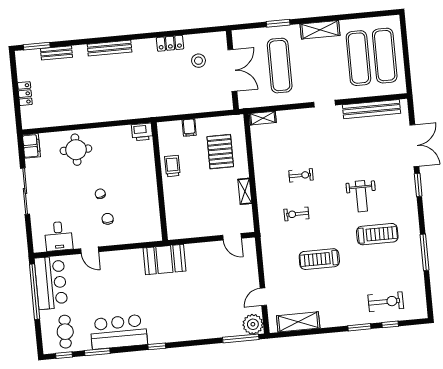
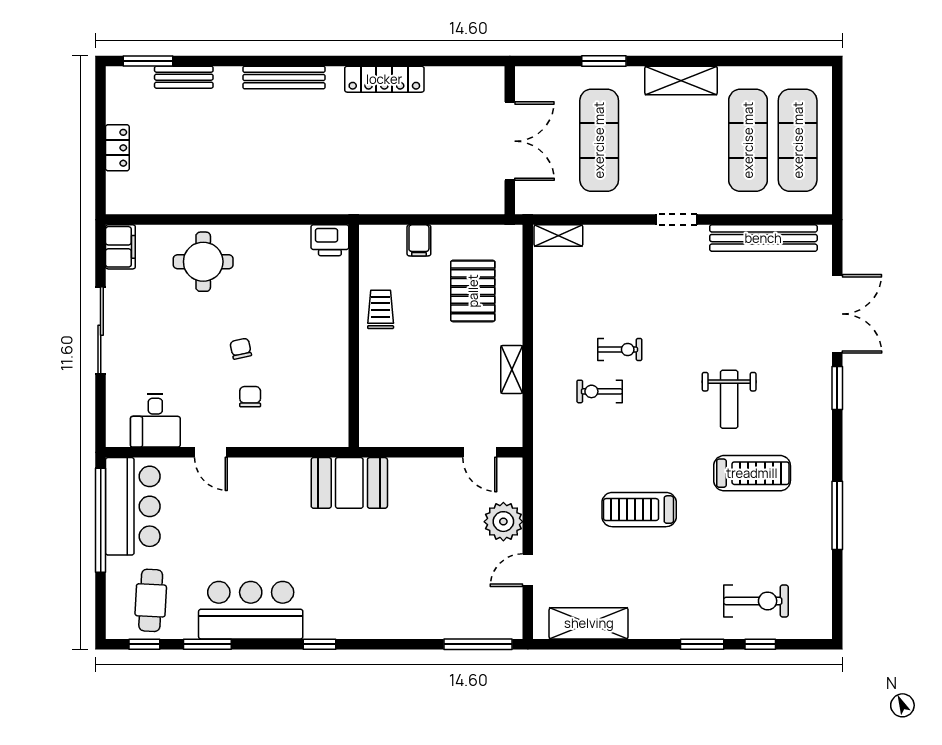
locker: (170, 43) -> (384, 79), width x1.53
stool: (198, 61) -> (448, 117), removed
exercise bike: (296, 214) -> (600, 391), moved
plant: (253, 324) -> (503, 522), moved

